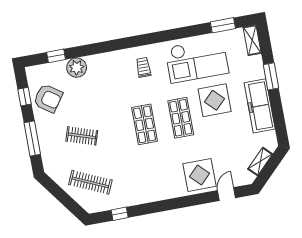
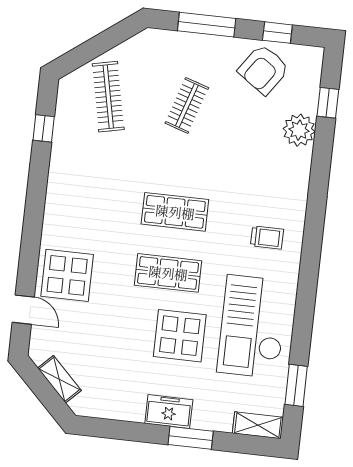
freezer: (260, 106) -> (169, 412), width x0.52, depth x0.79
clothes rail: (90, 182) -> (108, 97), turned -36

